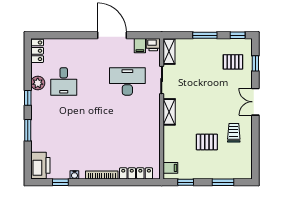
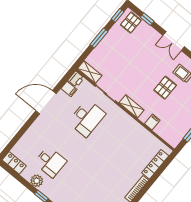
pallet: (233, 62) -> (131, 23), moved
desk: (127, 81) -> (87, 118), turned 180
pallet: (207, 142) -> (165, 88), moved
filing cabinet: (170, 168) -> (152, 122), moved

